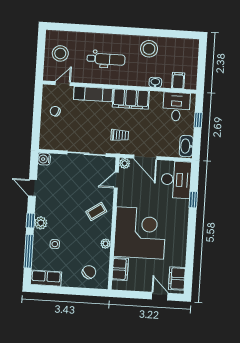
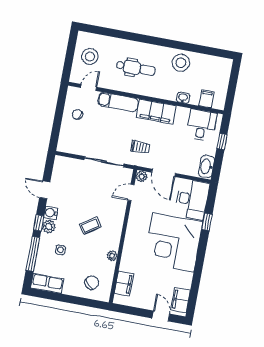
water cooler: (44, 159) -> (51, 213), moved
coffee table: (96, 211) -> (90, 226), moved
corner desk: (140, 233) -> (173, 242), moved, turned 180

